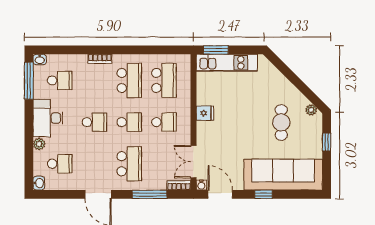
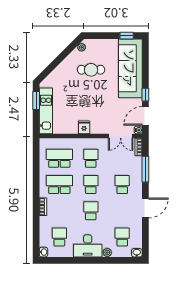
window: (216, 50) -> (36, 101), moved
window: (29, 81) -> (59, 260), removed
window: (327, 142) -> (127, 36), moved
school desk: (129, 164) -> (122, 184), width x0.54
window: (263, 194) -> (145, 95), moved

